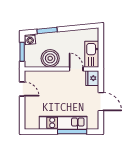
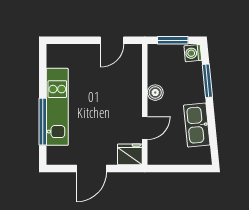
kitchen sink: (92, 54) -> (197, 125), moved, turned -96
boiler: (50, 58) -> (155, 93), width x0.54, depth x0.54

